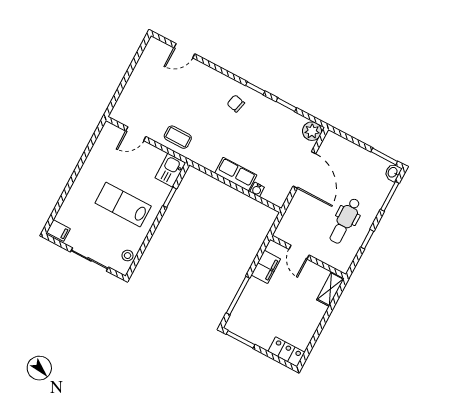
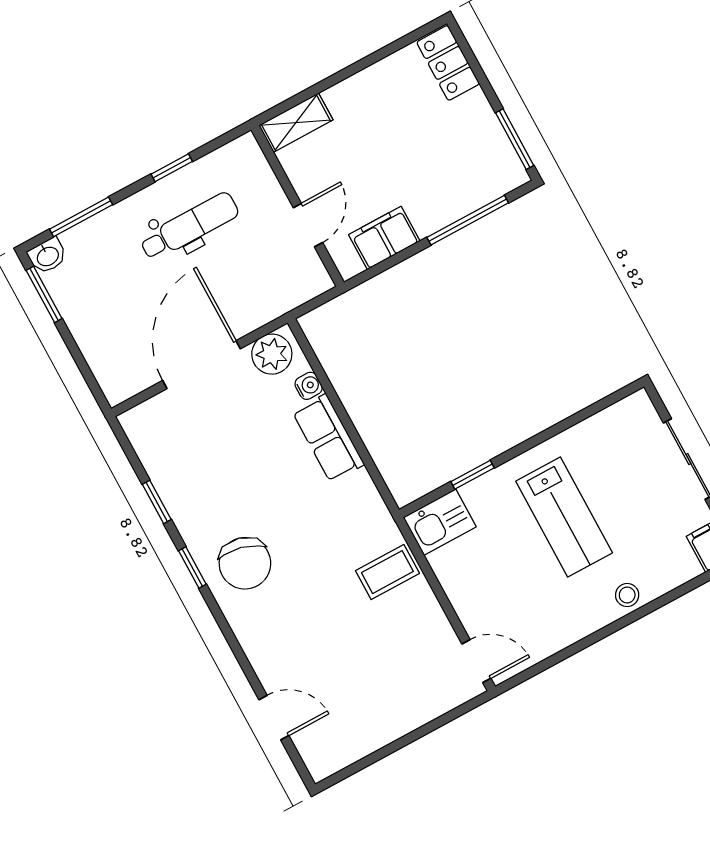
chair: (236, 104) -> (245, 563), width x1.87, depth x1.87
plant: (312, 131) -> (272, 354), moved
door: (136, 134) -> (476, 661), moved
coffee table: (178, 137) -> (387, 572), turned 90
stool: (128, 256) -> (627, 595), moved

